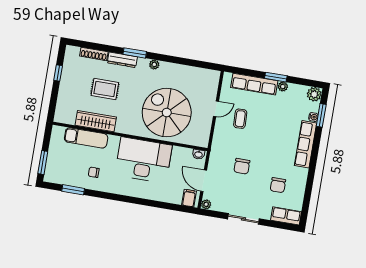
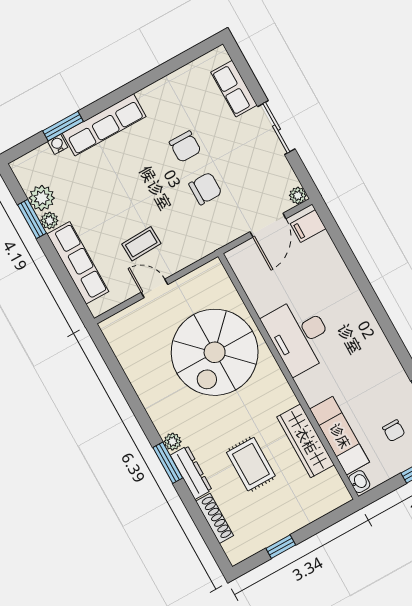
plant: (154, 65) -> (173, 442), moved
window: (276, 77) -> (32, 219), moved
plant: (314, 94) -> (42, 198), moved
window: (321, 115) -> (63, 126), moved
washbasin: (199, 154) -> (359, 482), moved
desk: (144, 160) -> (299, 335), width x0.73, depth x0.77
chair: (94, 172) -> (394, 431), moved
chair: (278, 185) -> (185, 147), moved, turned 90
row of seats: (286, 216) -> (234, 89), moved

